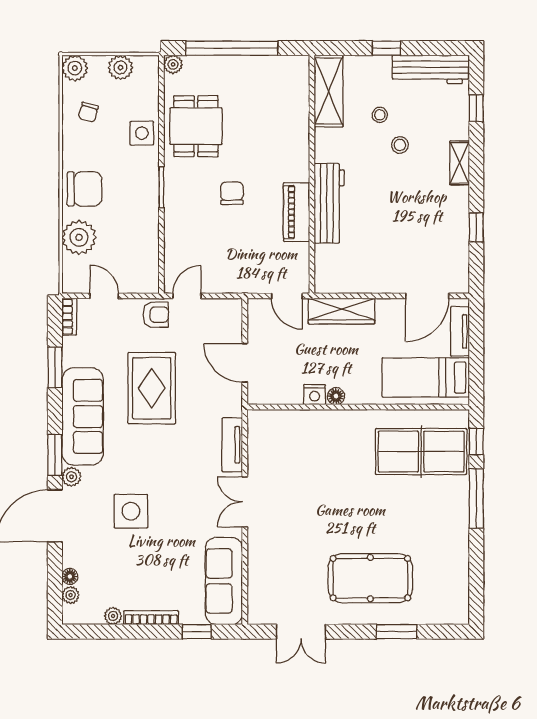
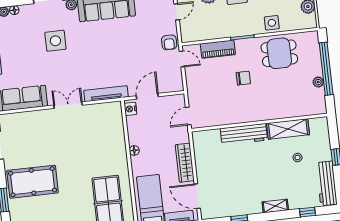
plant: (173, 64) -> (318, 82), moved
shelving: (329, 91) -> (288, 129), moved
stool: (400, 145) -> (282, 171), removed
piano: (296, 212) -> (218, 49), moved, turned 180
wardrobe: (341, 311) -> (185, 163), moved
rug: (152, 388) -> (127, 45), removed
nightstand: (315, 395) -> (130, 109), moved
tv unit: (232, 445) -> (106, 94), width x1.41
pool table: (370, 578) -> (33, 182), turned 90

